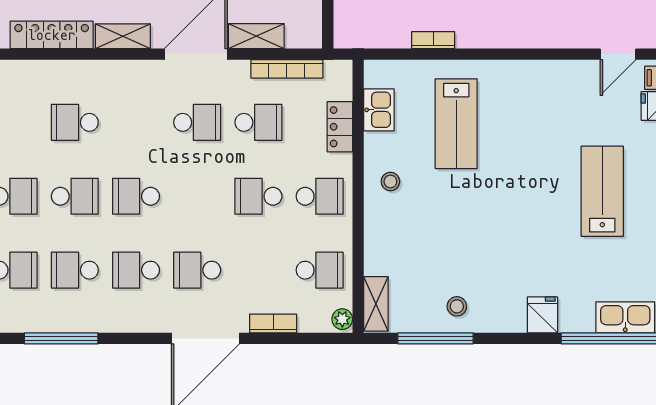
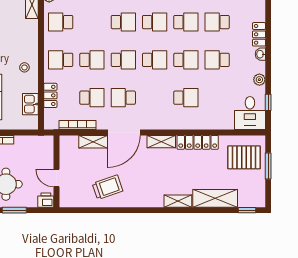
school desk: (258, 122) -> (92, 98), turned 180
school desk: (75, 196) -> (186, 60), turned 180
school desk: (197, 196) -> (123, 60), added

